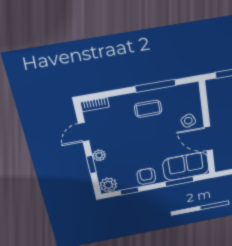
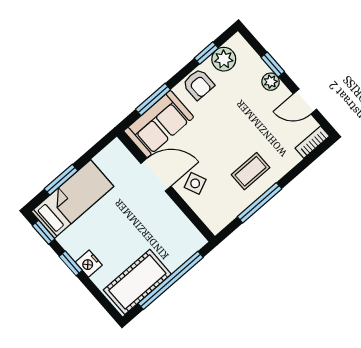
door: (84, 132) -> (305, 101), swing flipped
plant: (108, 185) -> (224, 59), moved

